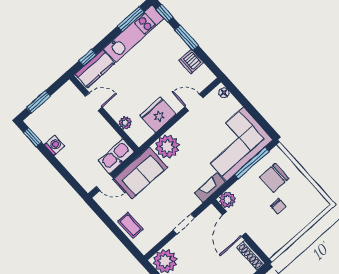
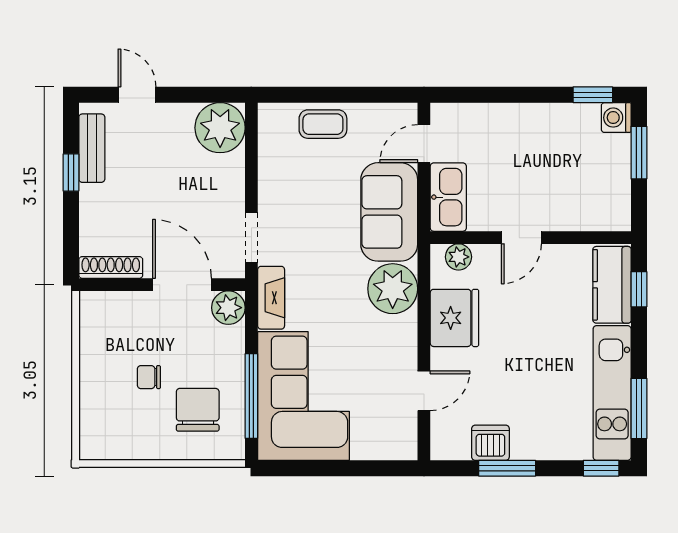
window: (187, 38) -> (507, 468), moved
floor lamp: (224, 93) -> (398, 450), removed
door: (94, 102) -> (521, 238), moved
plant: (125, 123) -> (458, 257), moved
washing machine: (54, 145) -> (616, 118), moved, turned 90
doorway: (184, 224) -> (251, 238), moved

